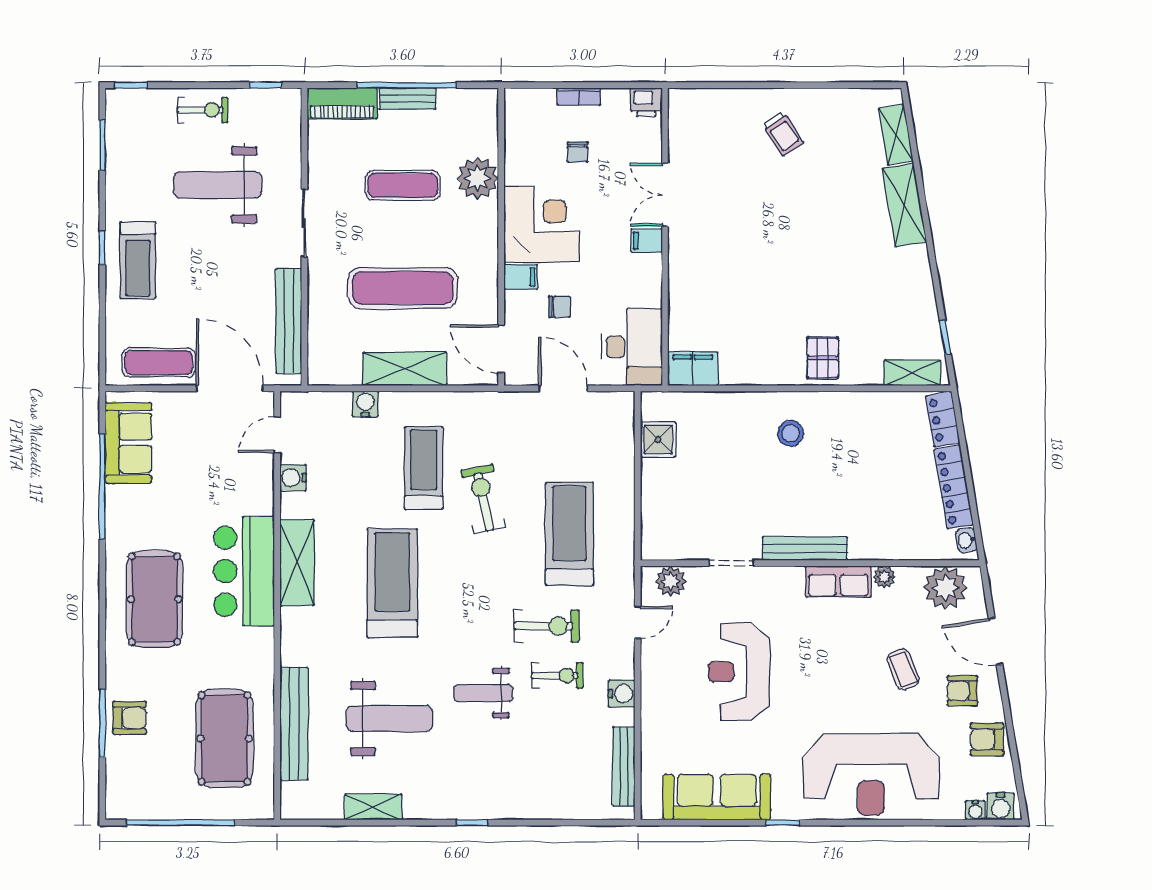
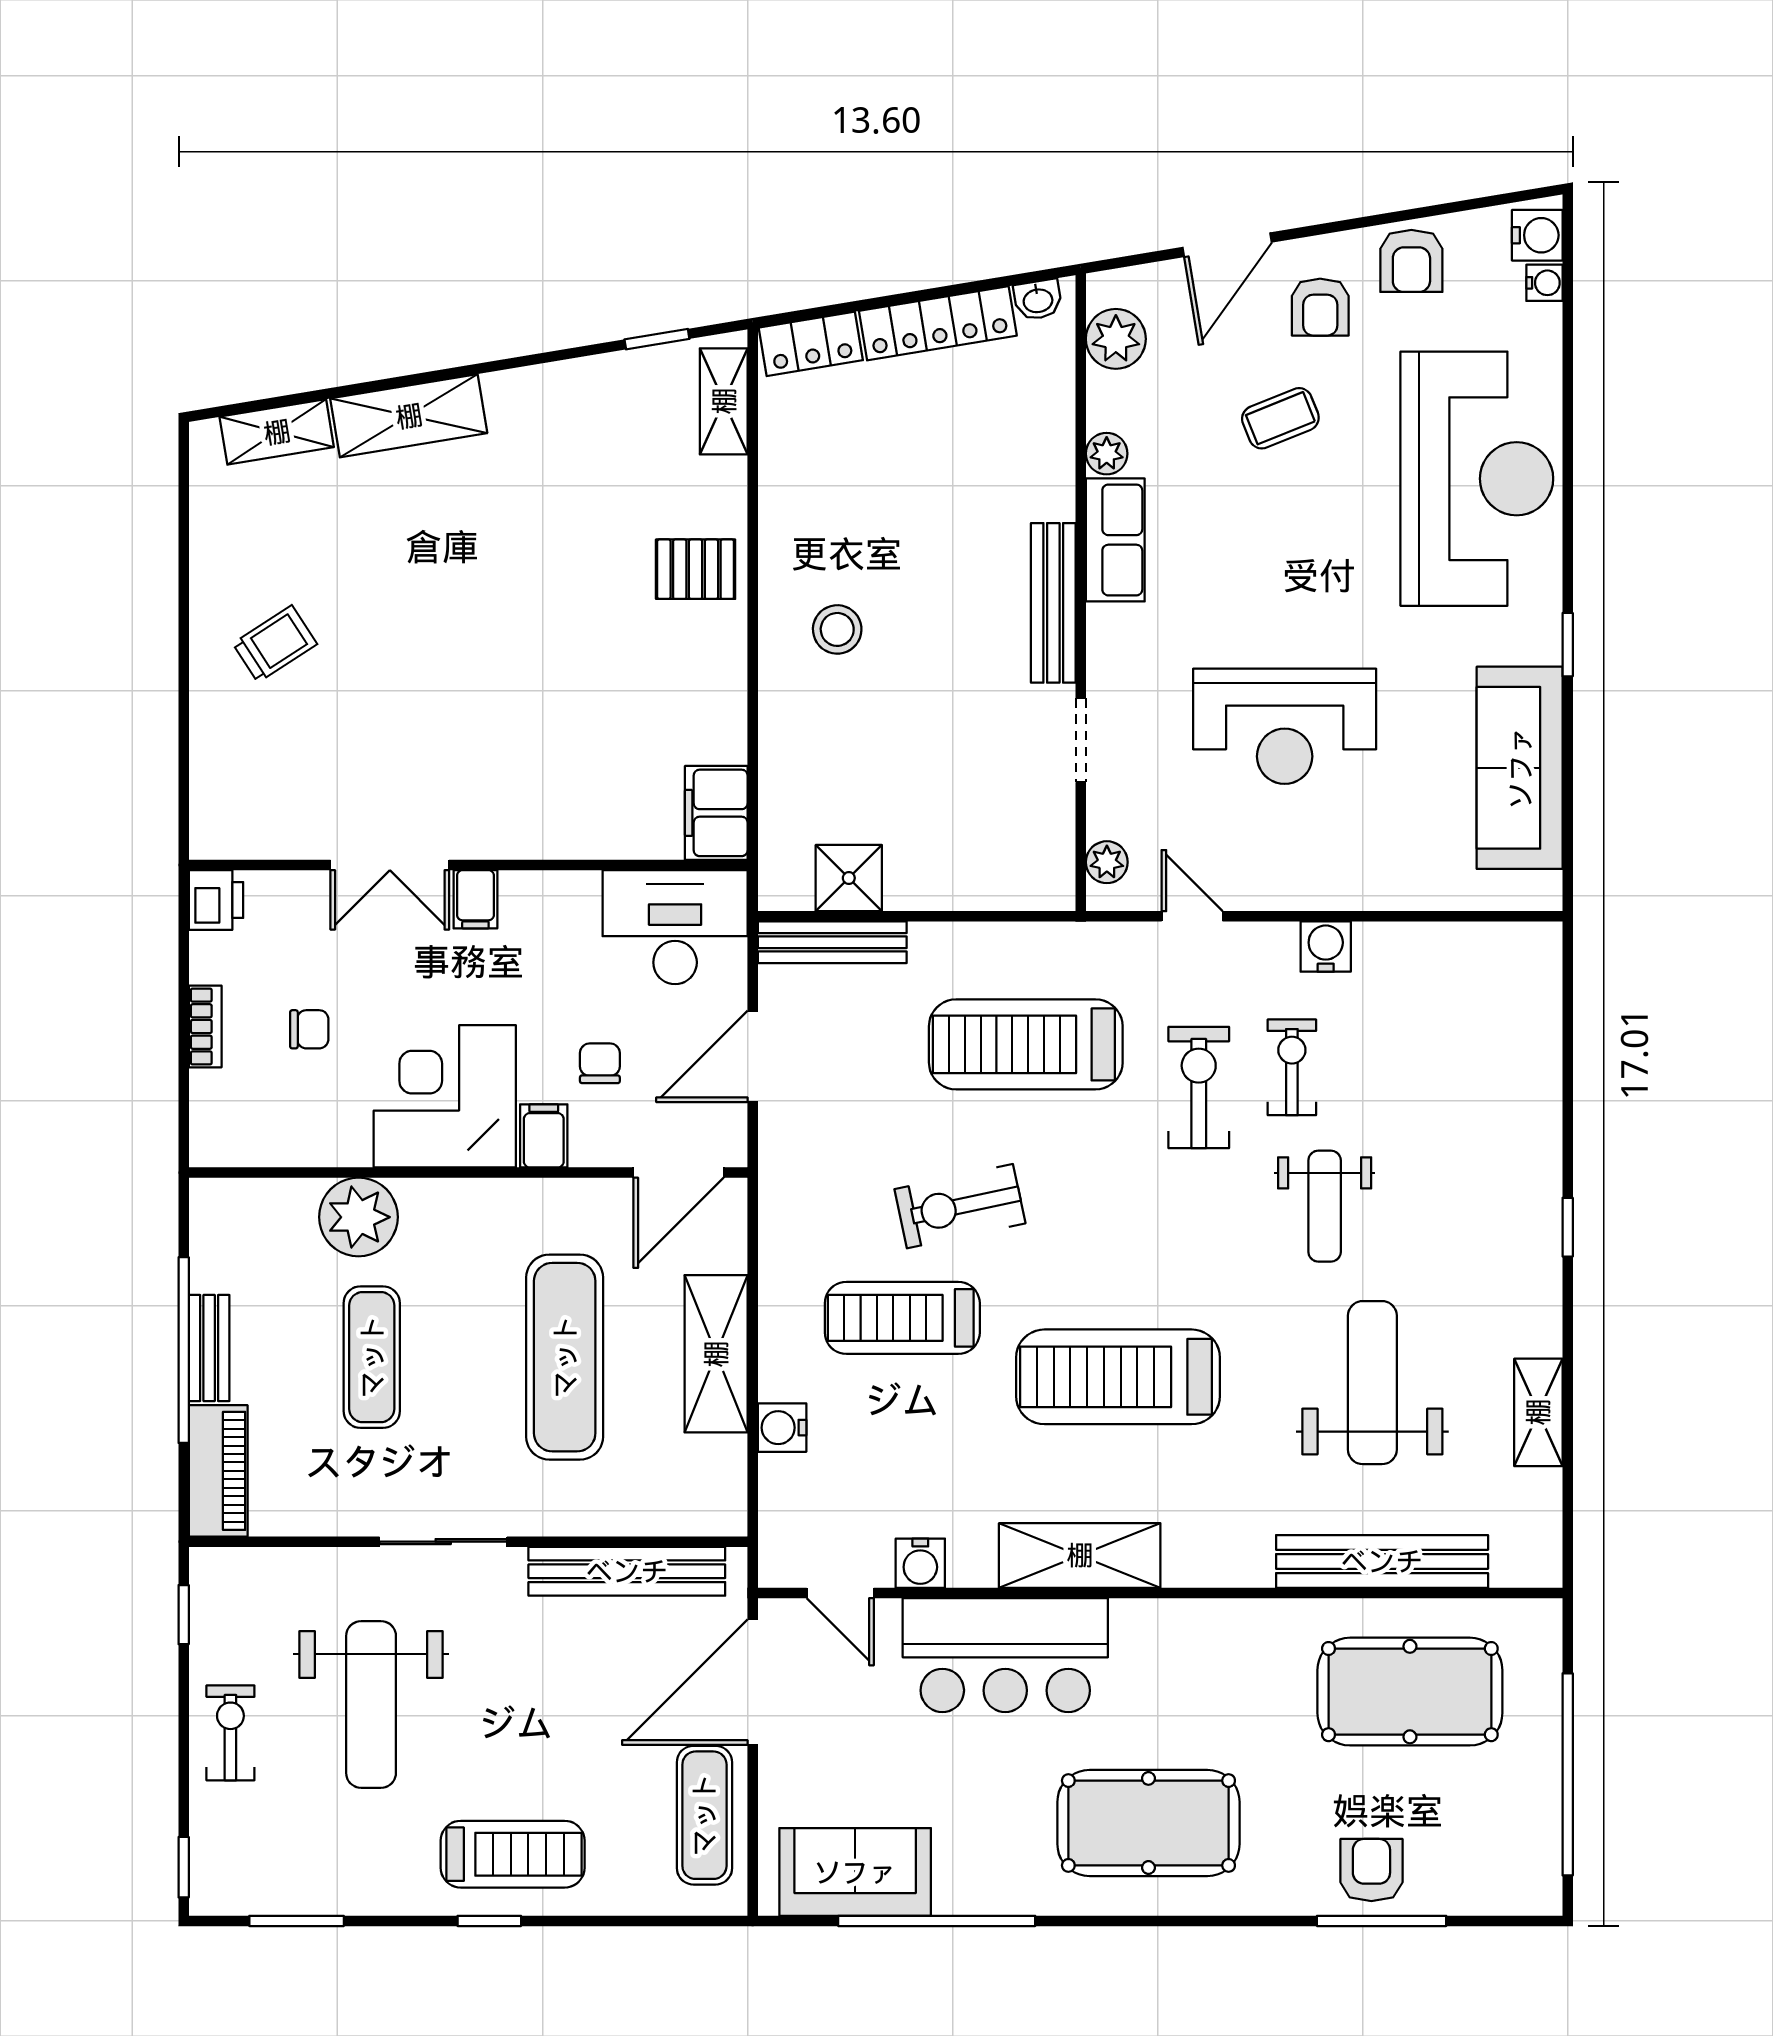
bar counter: (244, 571) -> (1005, 1655), moved
plant: (671, 581) -> (1107, 862), width x0.73, depth x0.73
plant: (945, 588) -> (1116, 339), width x0.73, depth x0.73
bench: (624, 766) -> (832, 942), moved

